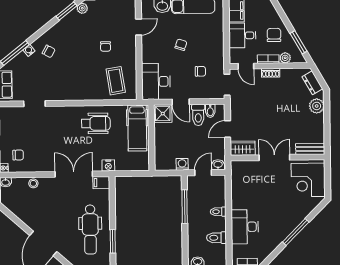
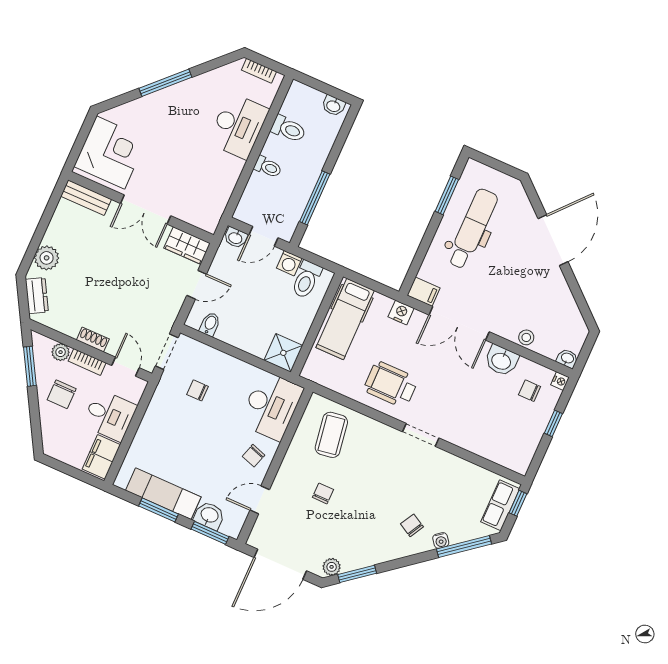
chair: (181, 45) -> (254, 456), moved
door: (181, 102) -> (248, 358), removed
doorway: (34, 104) -> (421, 435), moved
toilet: (198, 115) -> (306, 279), moved, turned 180
hospital bed: (137, 128) -> (345, 319), moved, turned 180
washbasin: (41, 164) -> (501, 361), added

